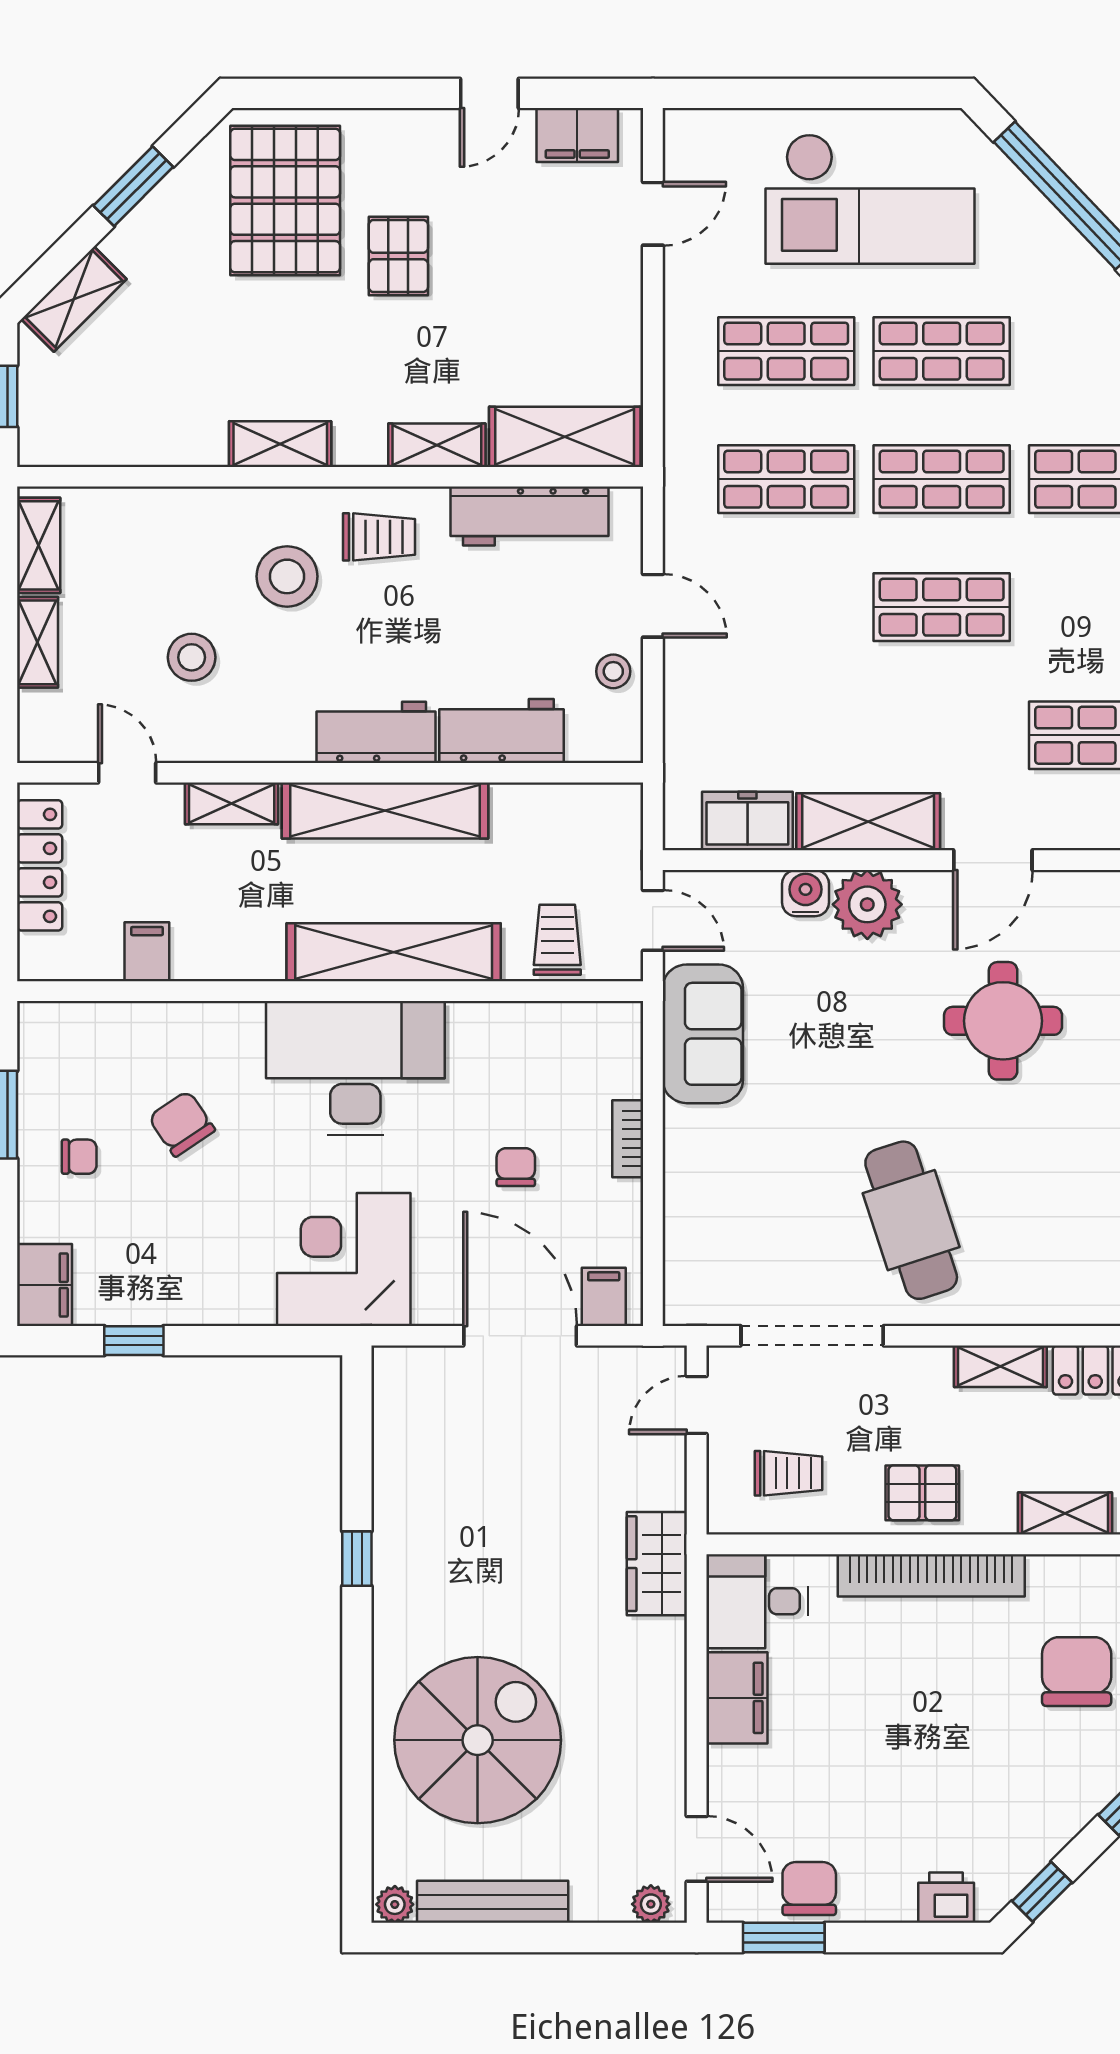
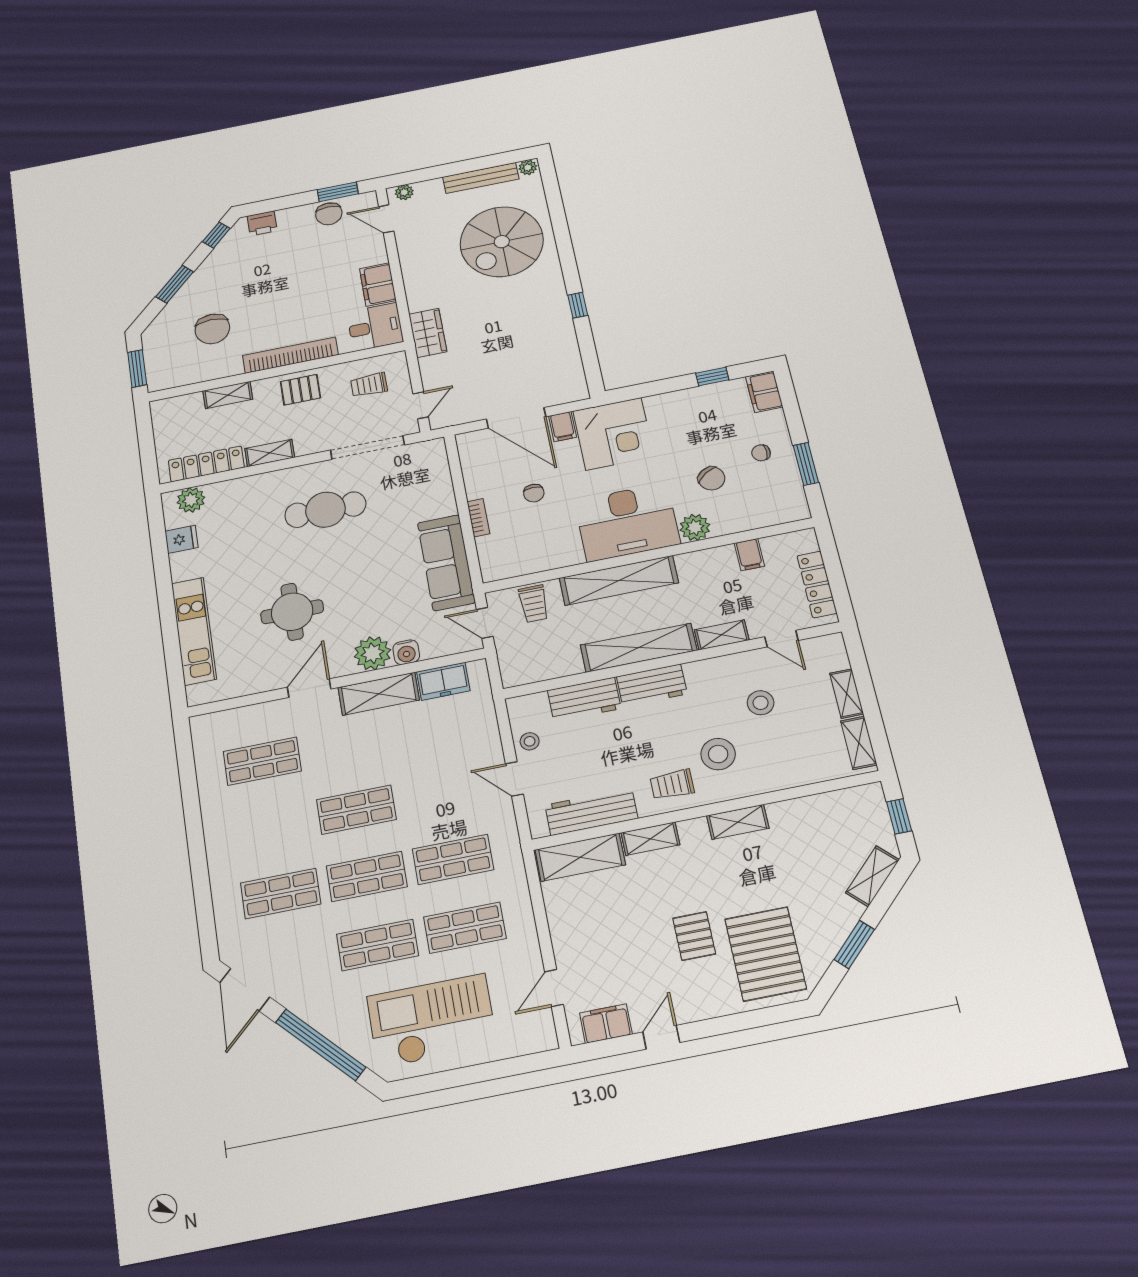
plant: (234, 1029) -> (695, 527), added
sofa: (703, 1034) -> (446, 563), width x1.36
cafe table: (911, 1220) -> (325, 510), turned -72
filing cabinet: (604, 1297) -> (563, 427), moved

